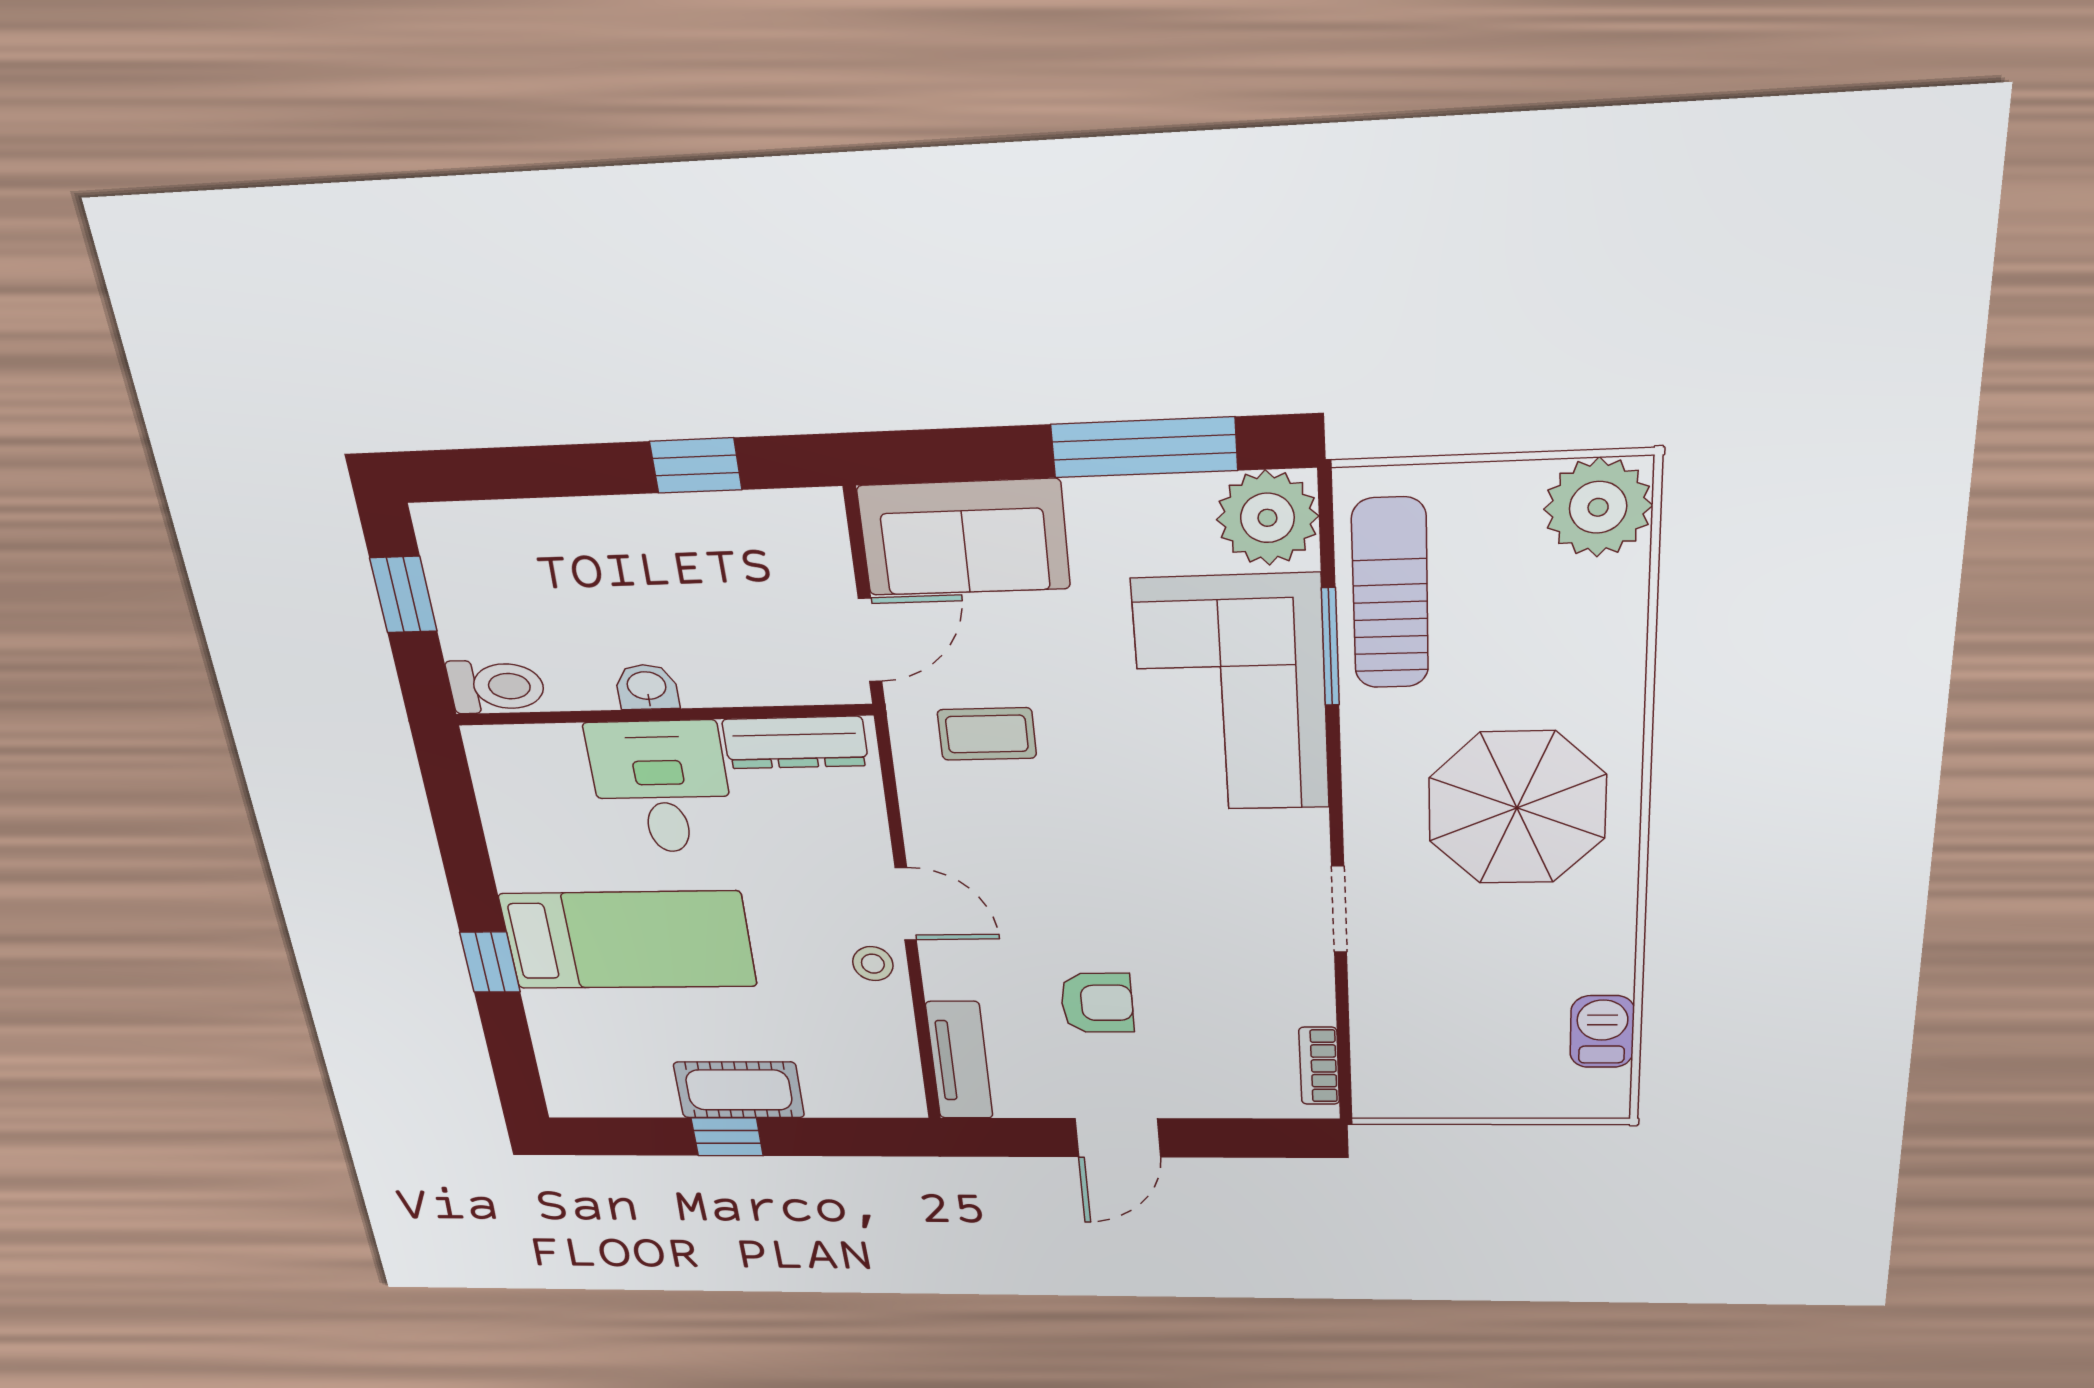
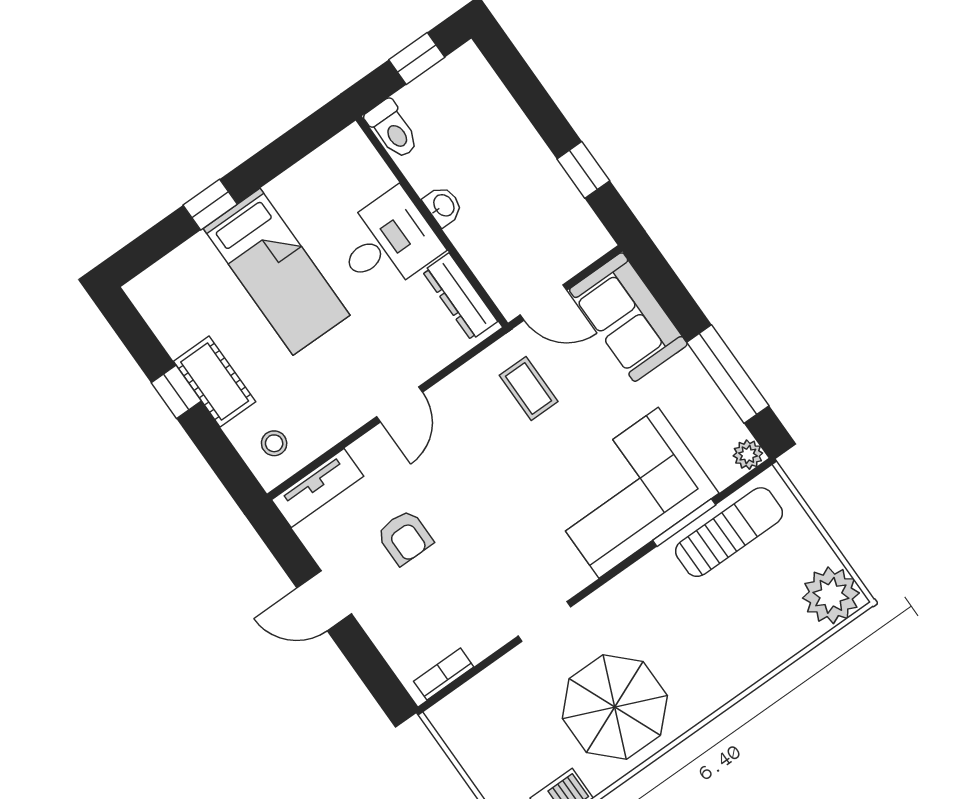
plant: (1267, 518) -> (748, 455), width x0.53, depth x0.53
parasol: (1517, 808) -> (615, 707), moved
stool: (873, 964) -> (274, 443), moved

